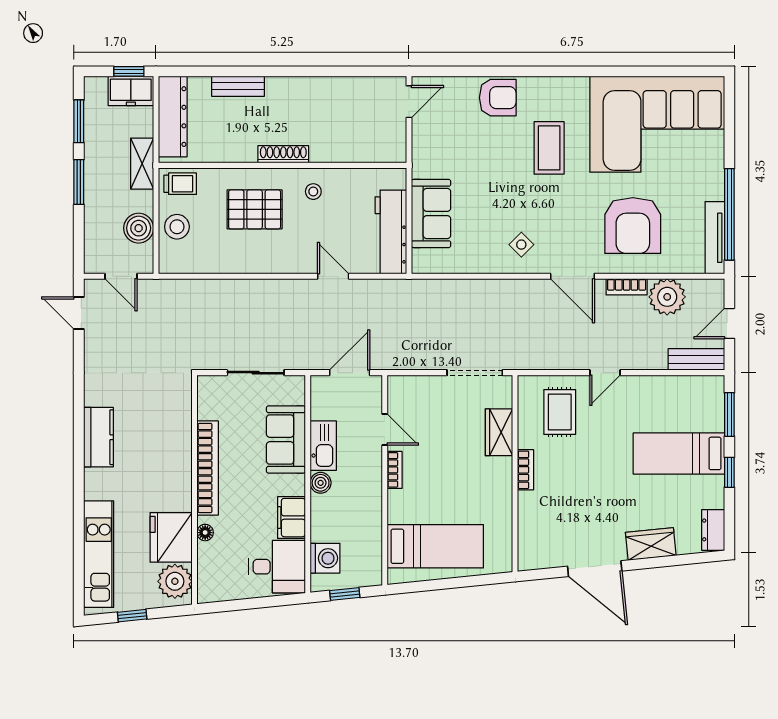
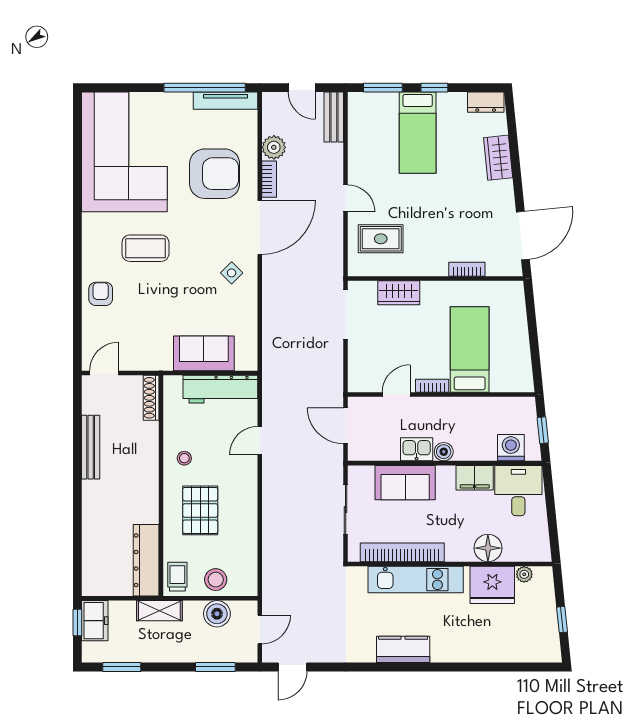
bench: (238, 86) -> (91, 447), moved, width x1.36
armchair: (498, 98) -> (101, 294), width x0.72, depth x0.72
door: (409, 102) -> (104, 373), hinge flipped
dresser: (173, 117) -> (146, 560), moved, turned -90
shoe rack: (283, 154) -> (151, 398), moved
window: (79, 182) -> (215, 667), moved
door: (572, 276) -> (260, 227), width x1.36
plant: (667, 297) -> (274, 147), width x0.73, depth x0.73
kitchen sink: (323, 446) -> (417, 449), width x0.73
bookcase: (208, 468) -> (402, 552), moved
bookcase: (525, 470) -> (467, 269), moved
floor lamp: (205, 533) -> (488, 548), width x1.89, depth x1.89
bed: (435, 546) -> (470, 350), moved
kitchen unit: (99, 554) -> (416, 580), moved, turned 180
door: (595, 569) -> (523, 236), moved
plant: (175, 581) -> (524, 574), width x0.53, depth x0.53

